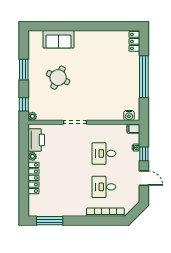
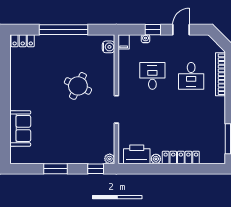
round table: (58, 78) -> (78, 86), moved
desk: (104, 153) -> (152, 76), turned 180

